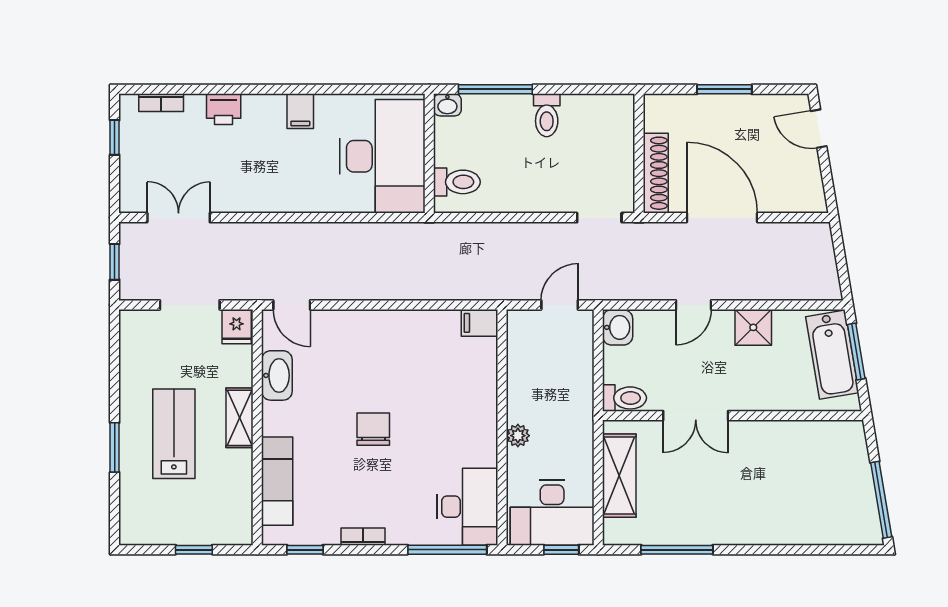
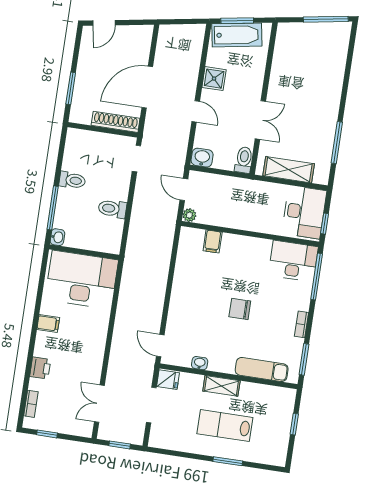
window: (724, 89) -> (71, 88), moved
toilet: (457, 182) -> (112, 209), moved, turned -90
door: (292, 305) -> (160, 346), swing flipped
filing cabinet: (480, 323) -> (213, 241), moved
washbasin: (277, 375) -> (200, 363), width x0.52, depth x0.69
plant: (518, 436) -> (189, 215), moved
window: (305, 550) -> (304, 359), width x1.50
window: (561, 550) -> (325, 224), moved

